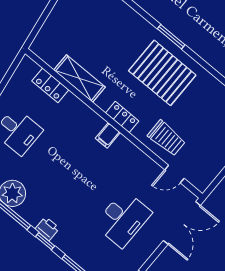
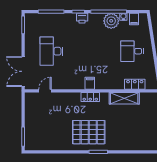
trolley: (167, 138) -> (62, 104), removed

